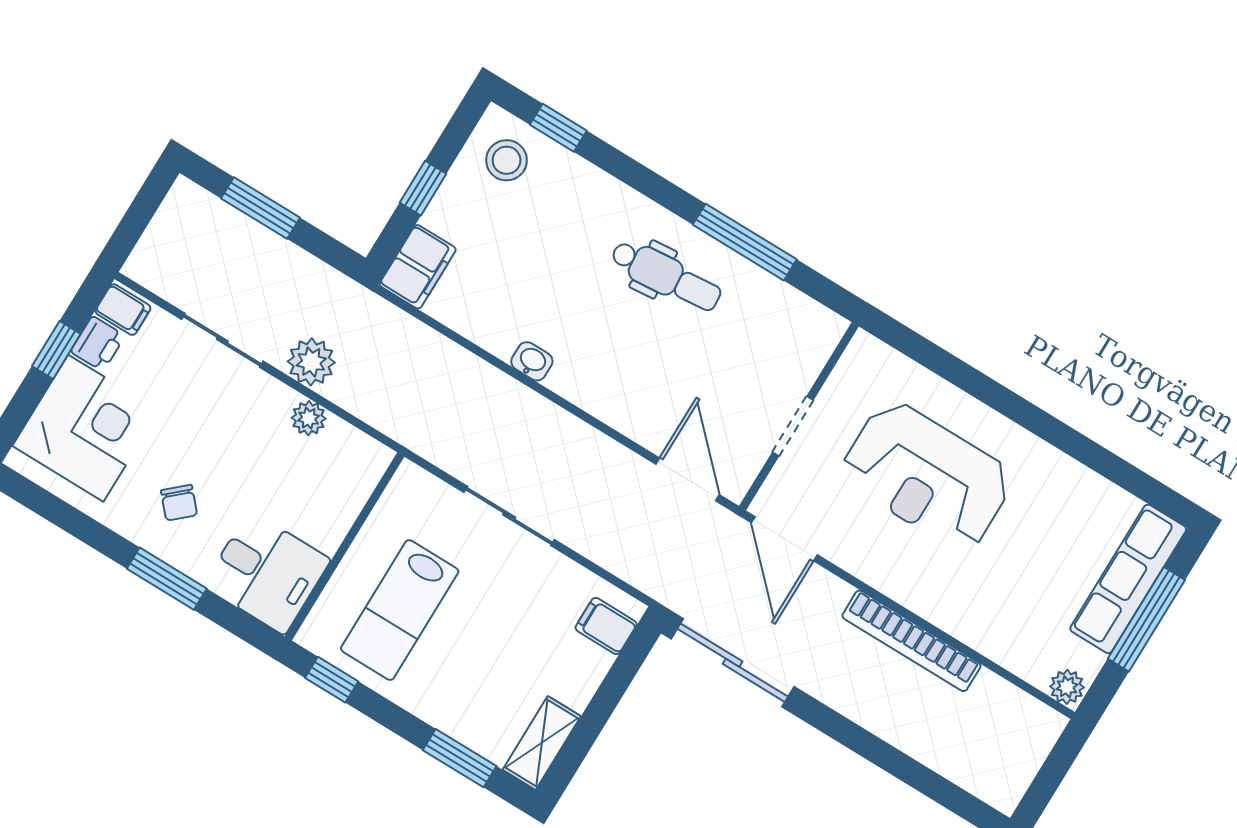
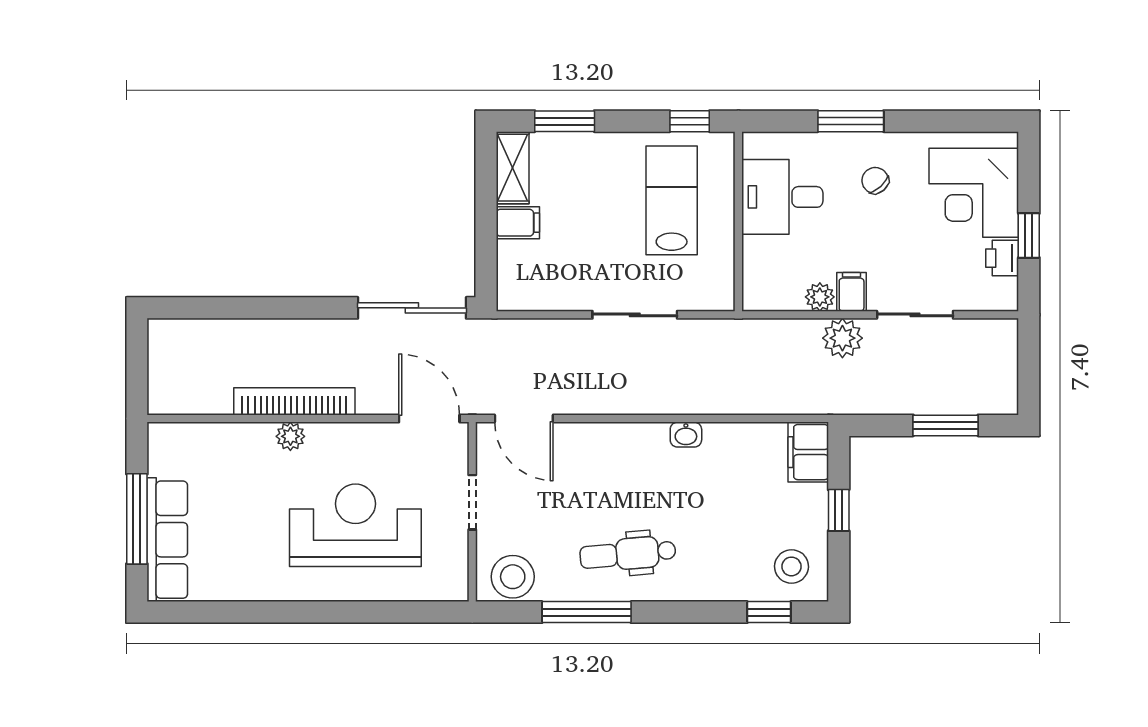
filing cabinet: (123, 310) -> (852, 292), moved, turned 90
stool: (798, 325) -> (513, 577), added
desk: (267, 573) -> (782, 197), moved
filing cabinet: (606, 626) -> (518, 223), moved
plant: (1067, 687) -> (290, 436), moved

